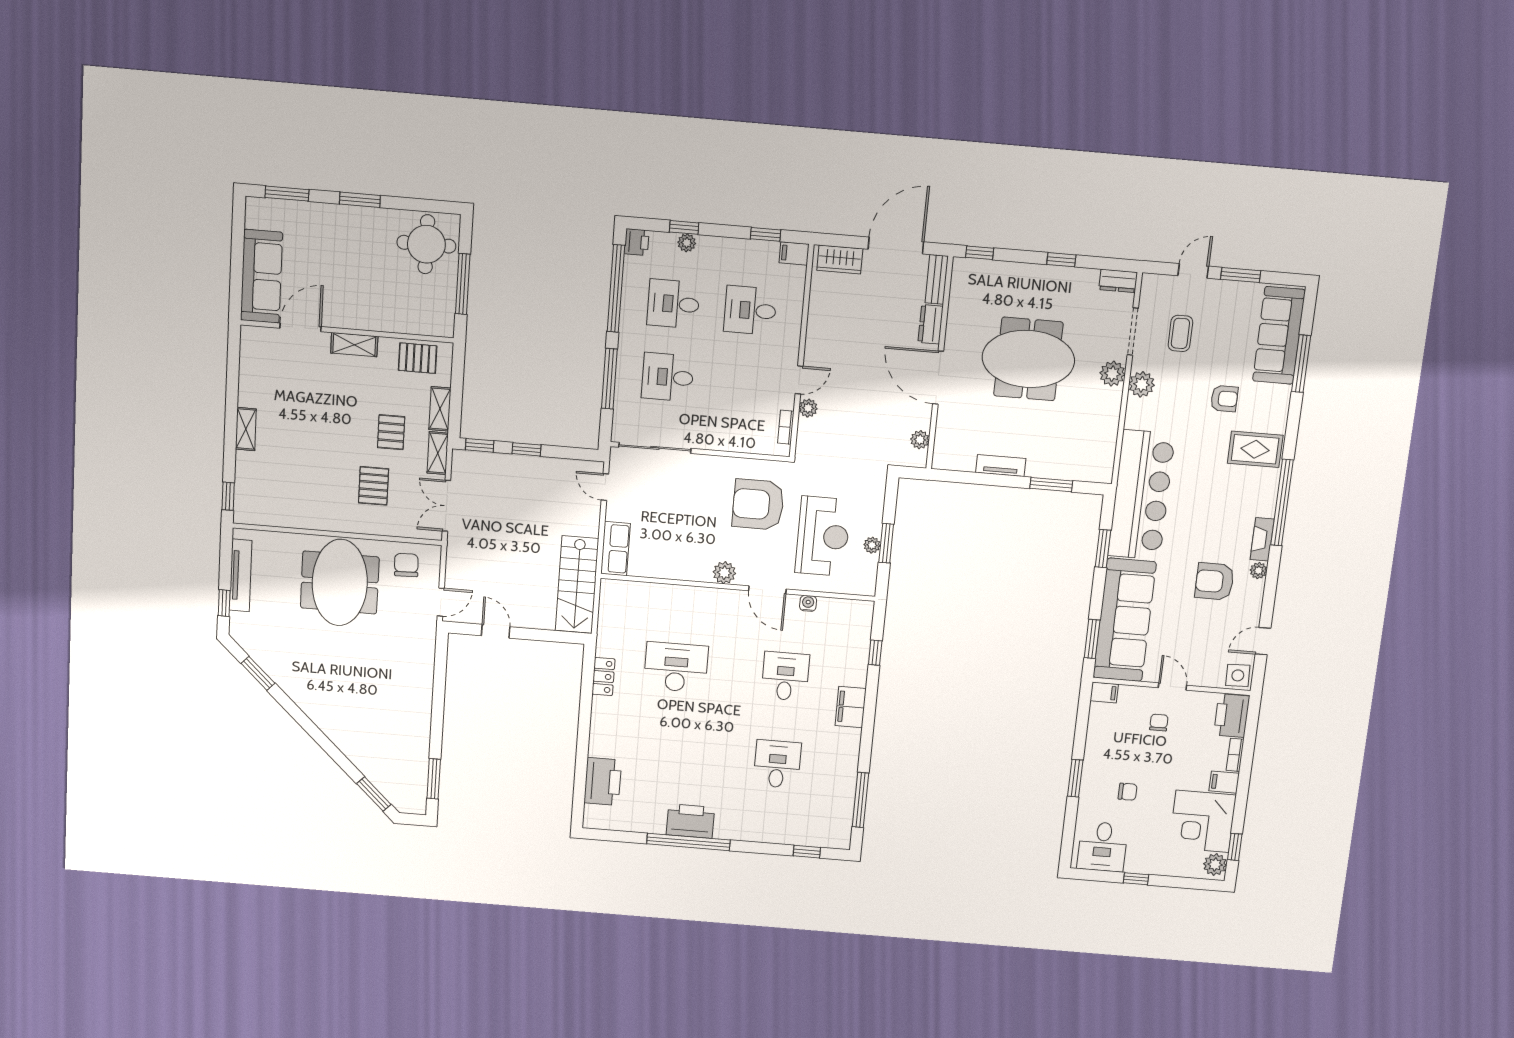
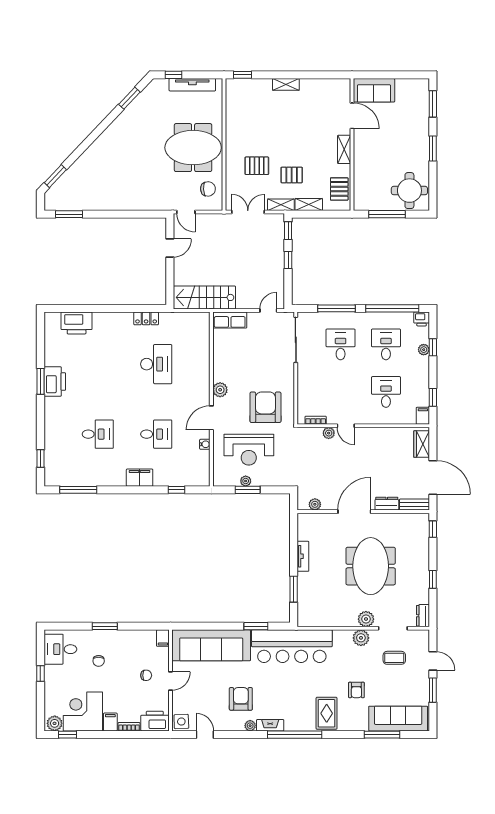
sofa: (261, 276) -> (374, 90), width x0.73
window: (1092, 639) -> (197, 626), removed
window: (688, 842) -> (40, 381), width x0.47

